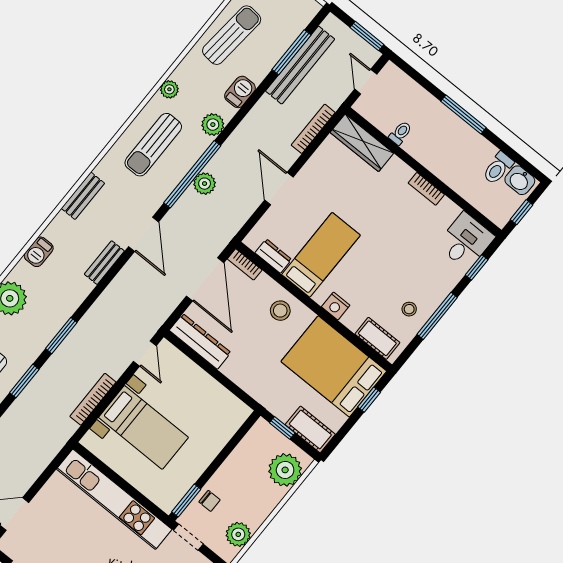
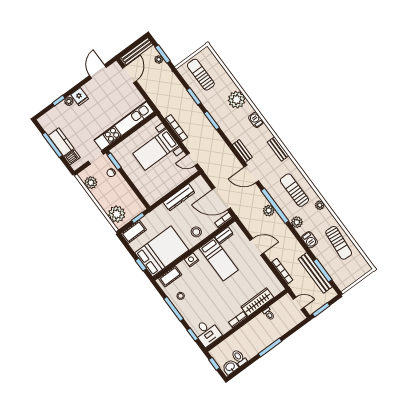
wardrobe: (362, 143) -> (257, 302), moved
dresser: (200, 341) -> (179, 197), moved

